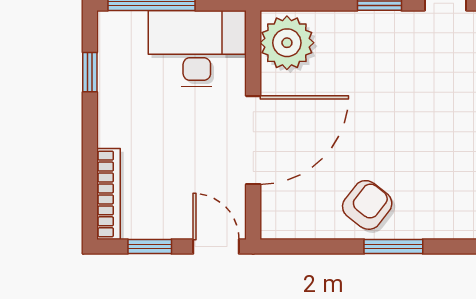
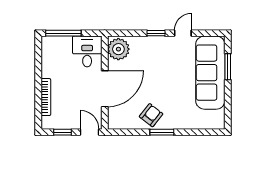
desk: (197, 48) -> (87, 51), width x0.73
window: (90, 72) -> (38, 61), removed
bookcase: (109, 194) -> (46, 97), moved

